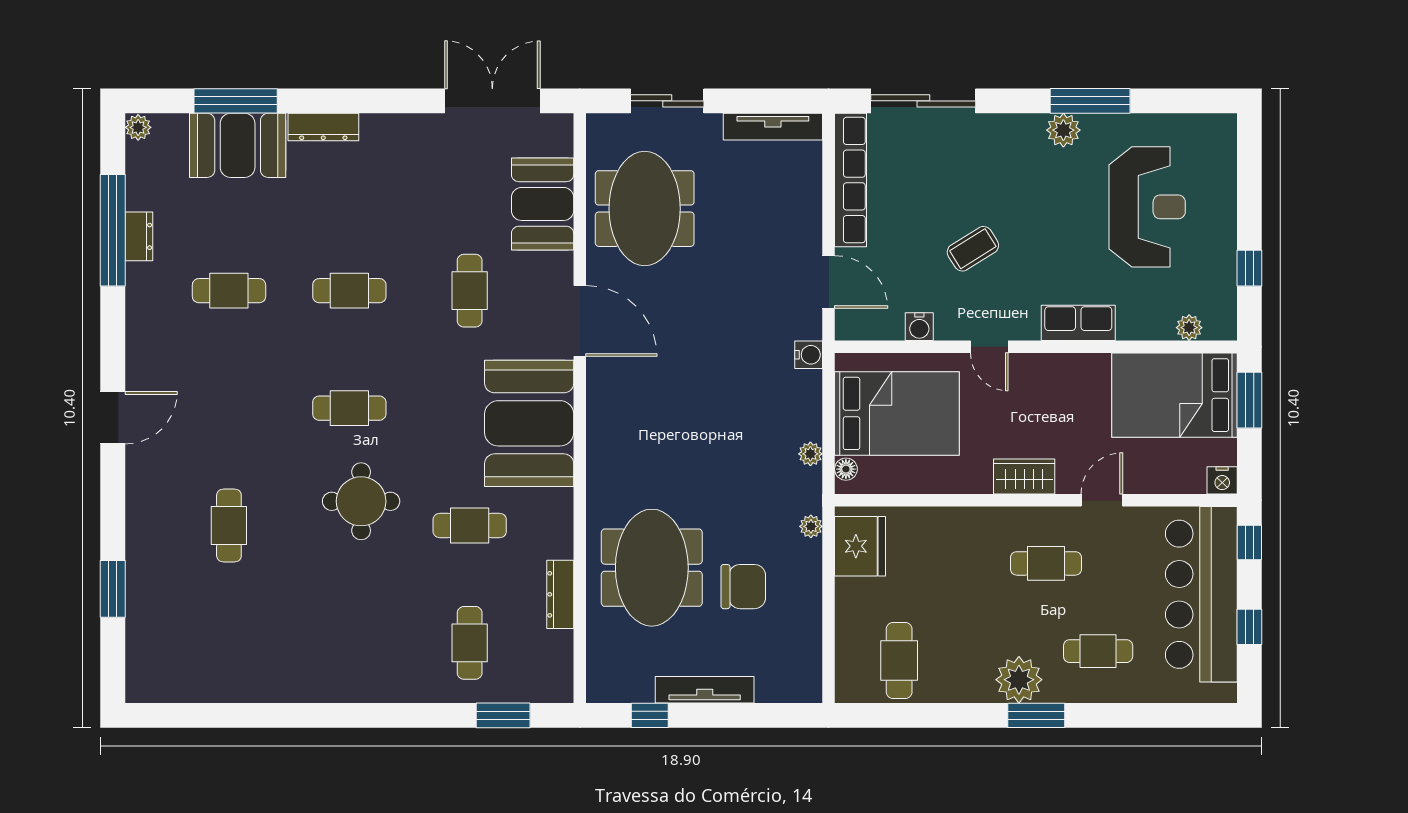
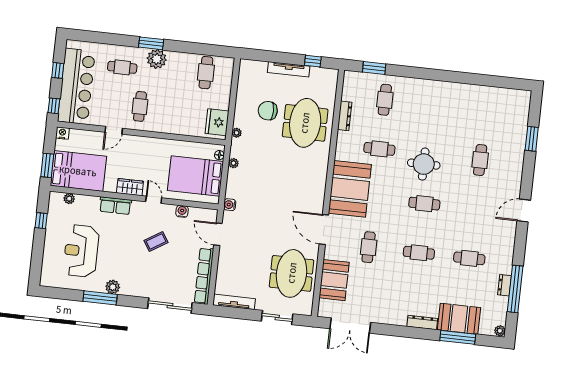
wardrobe: (1024, 476) -> (130, 187), moved, turned 180
cafe table: (1046, 563) -> (140, 106), turned 90

